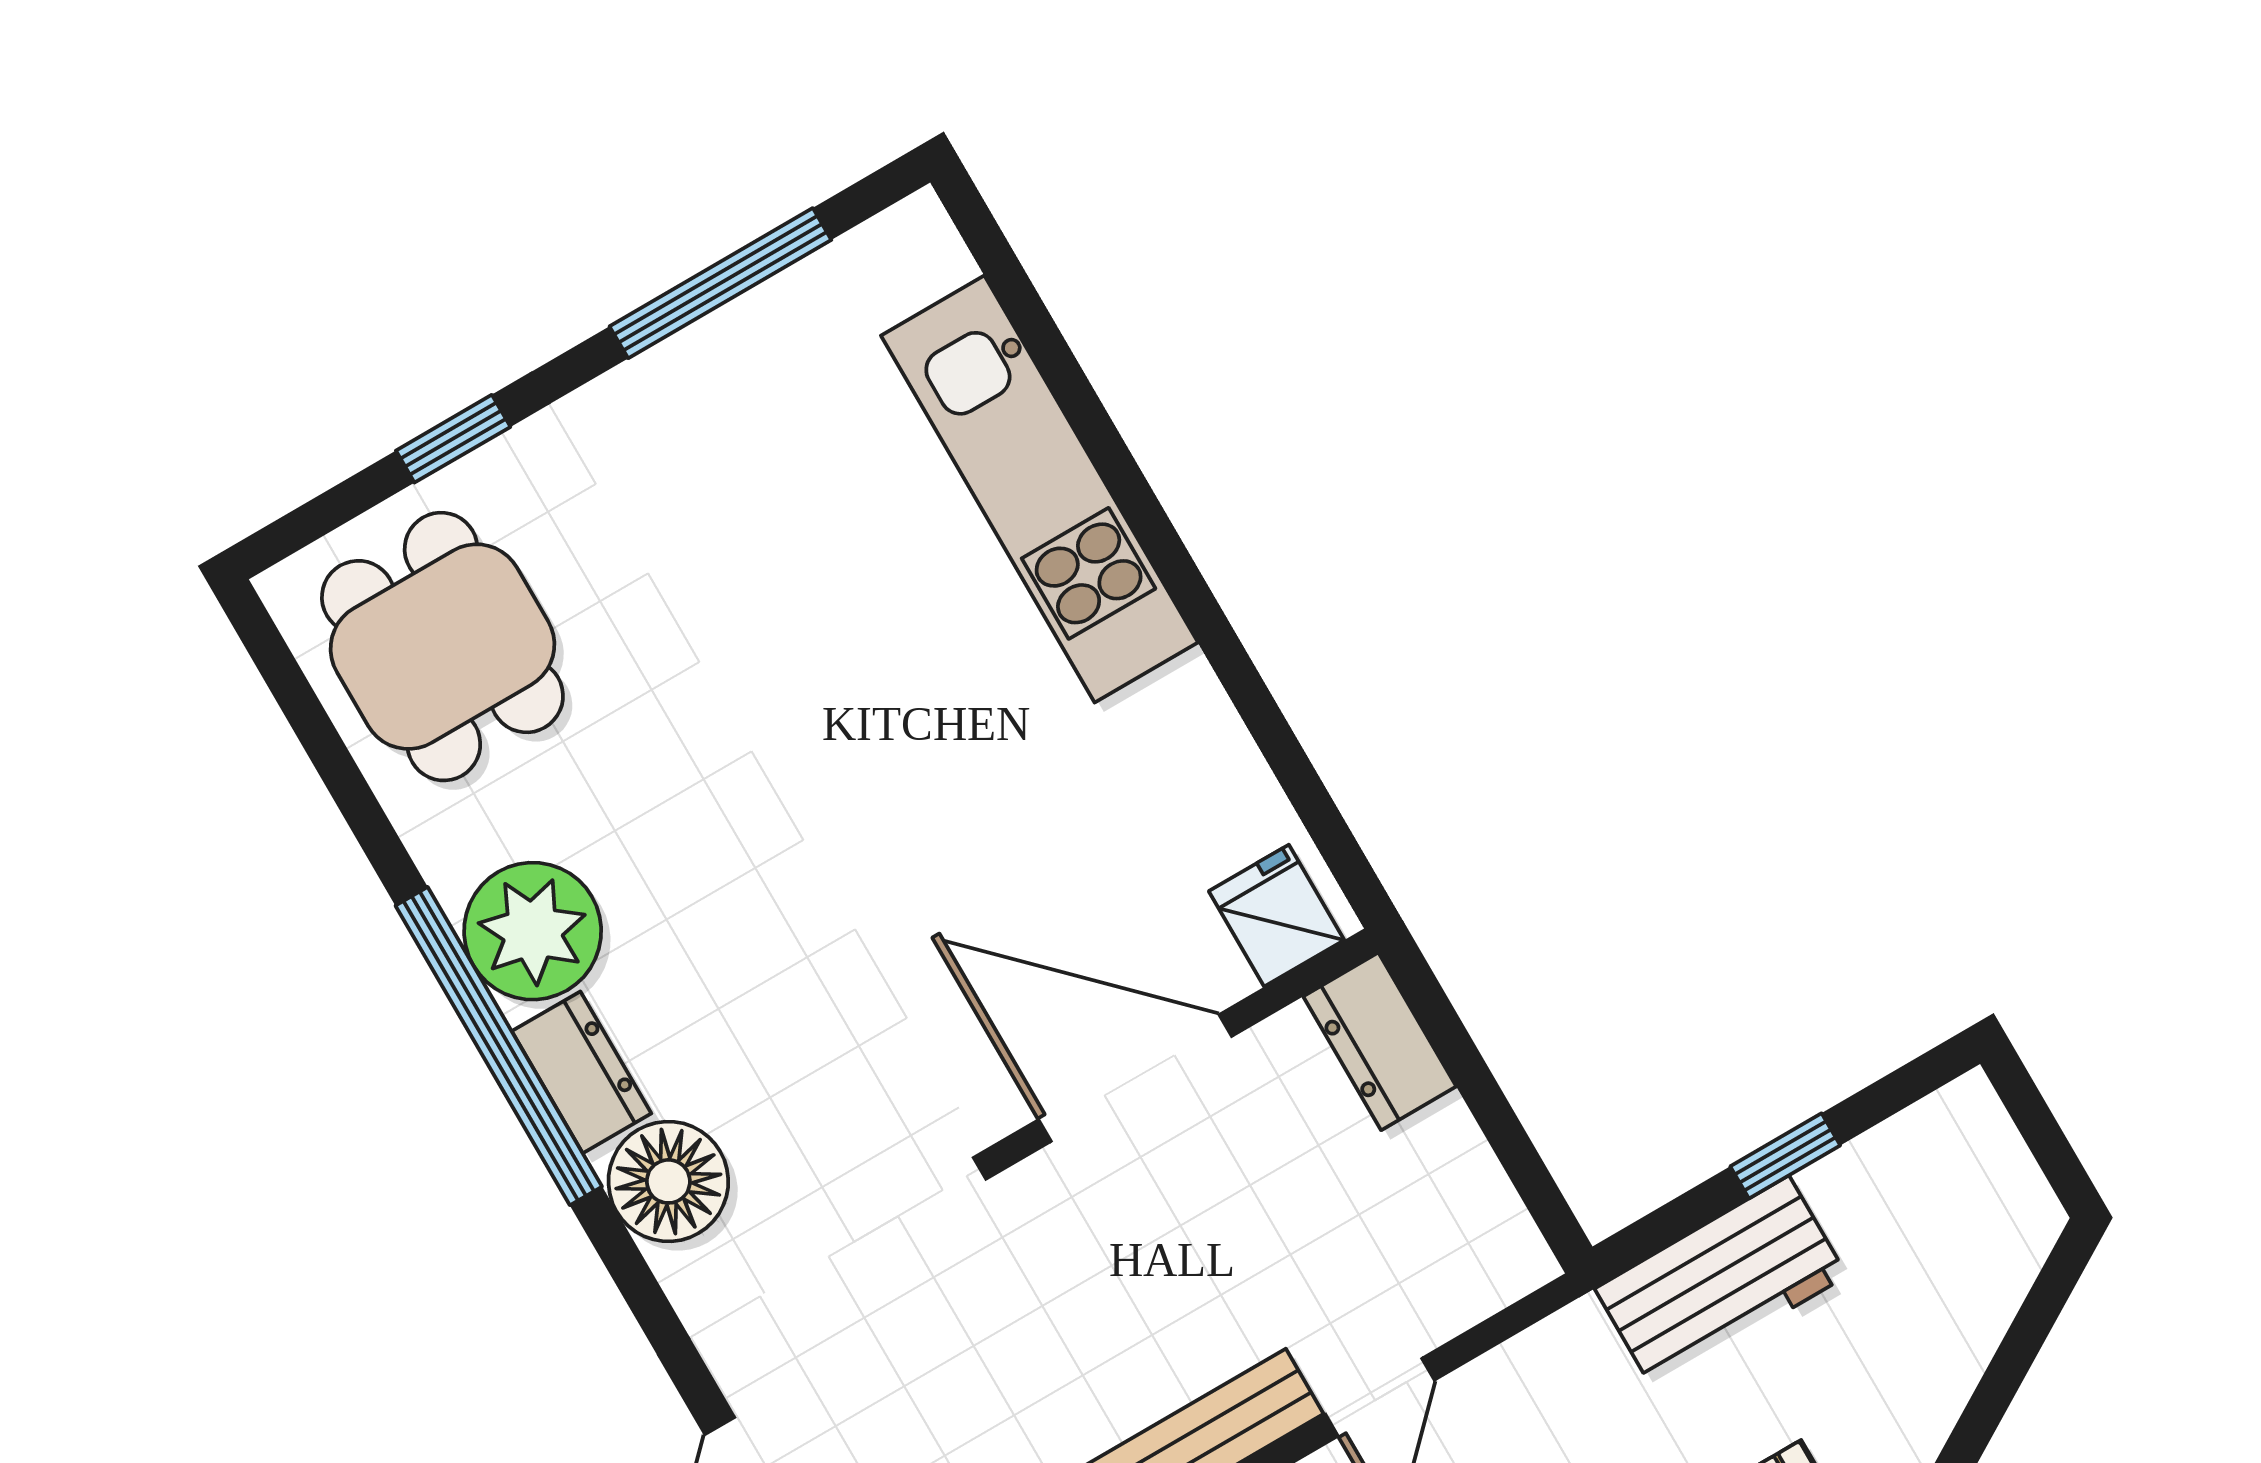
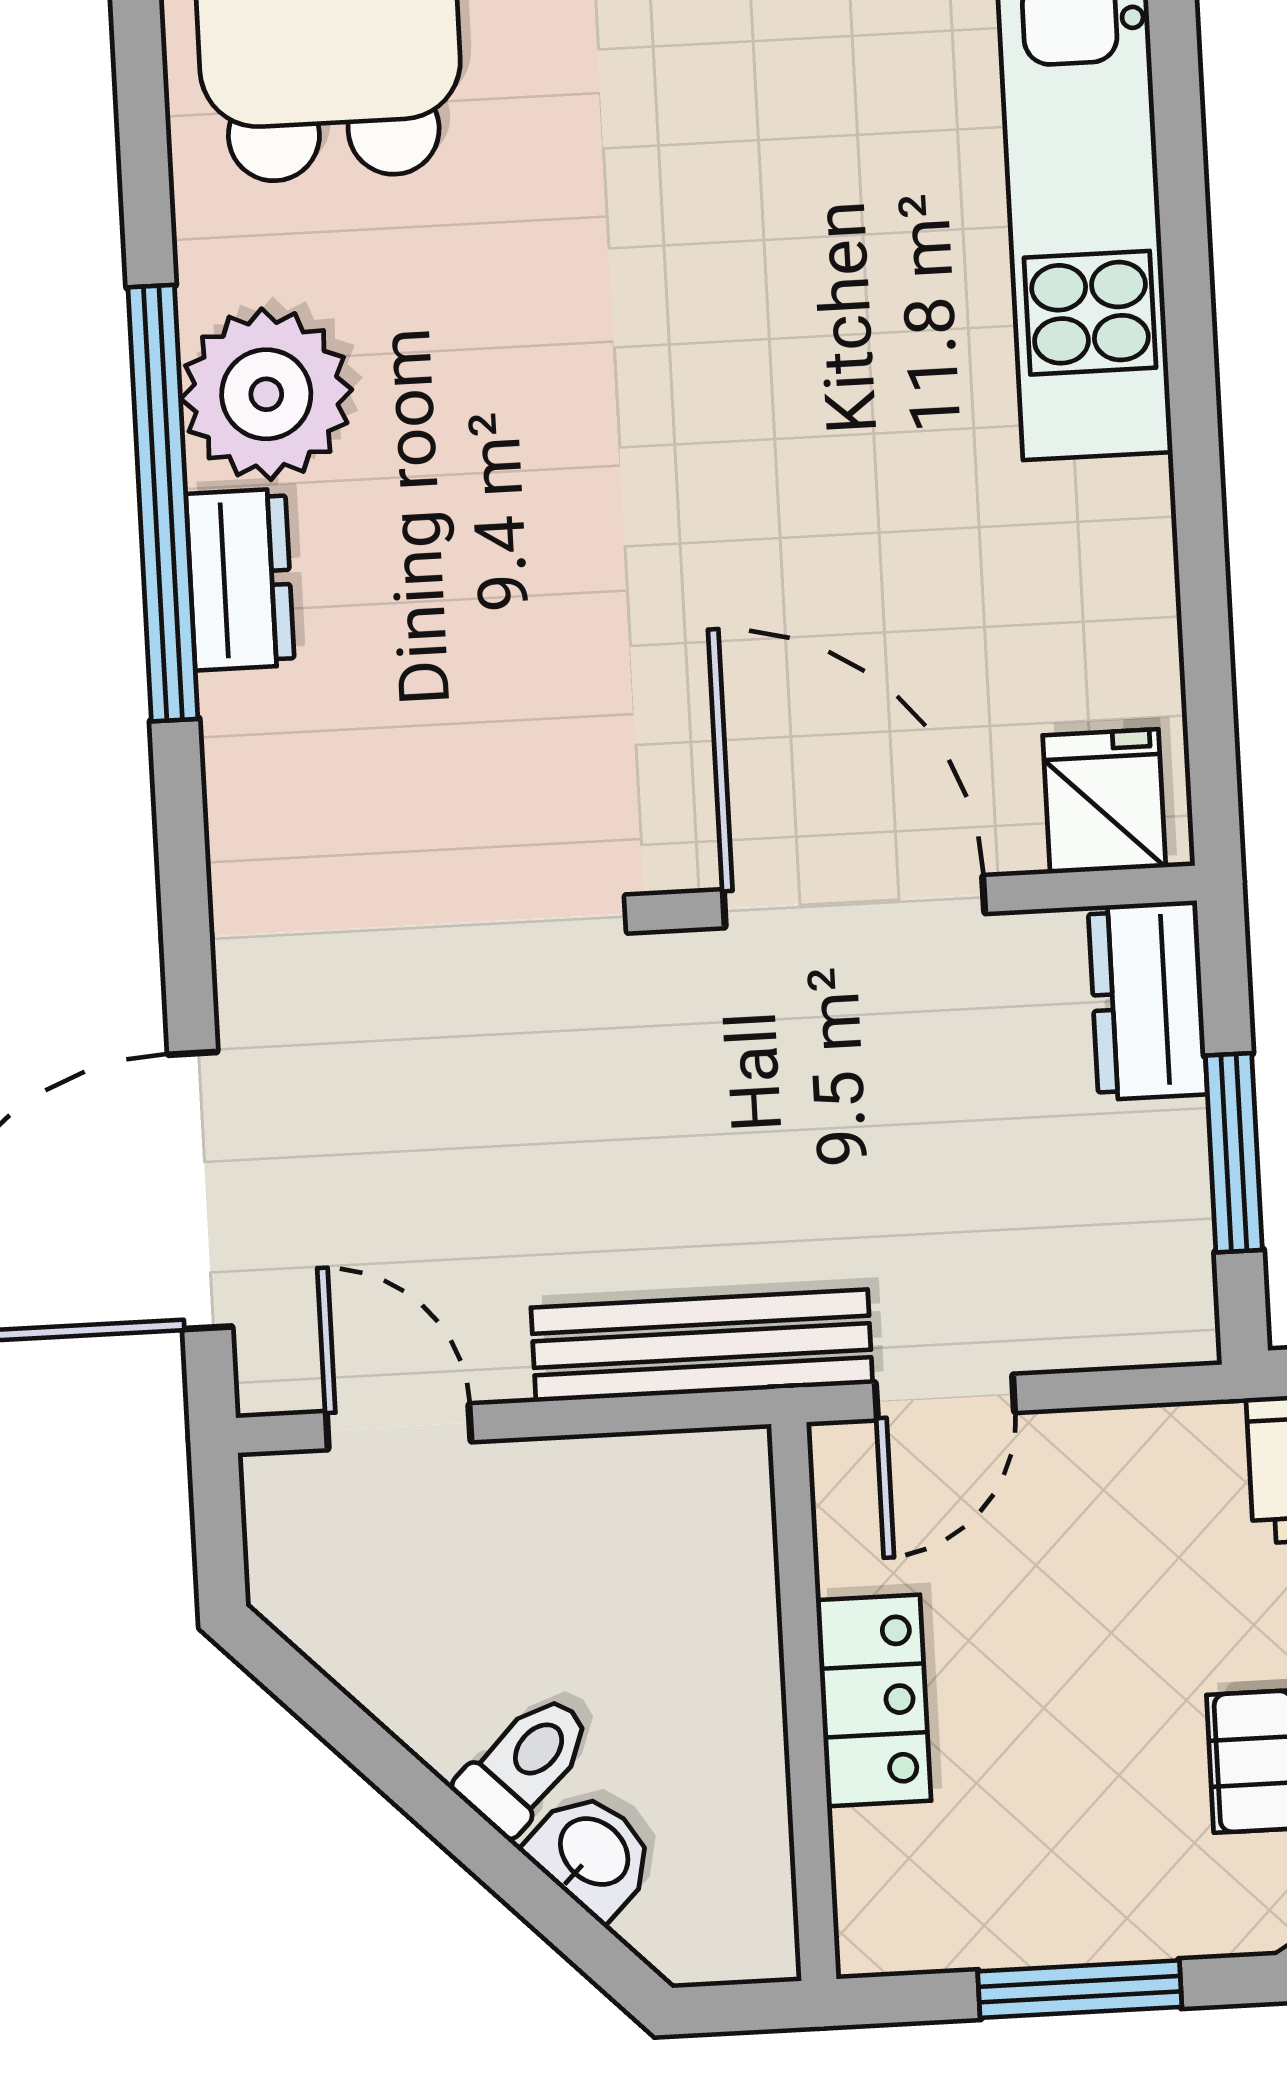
window: (1496, 1118) -> (1234, 1153), added
floor lamp: (668, 1181) -> (275, 751), removed

